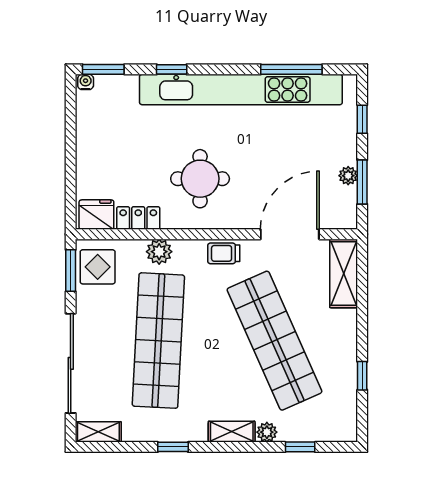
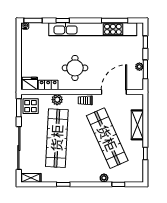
shelving: (344, 273) -> (137, 125), moved
shelving: (232, 432) -> (89, 178), removed

